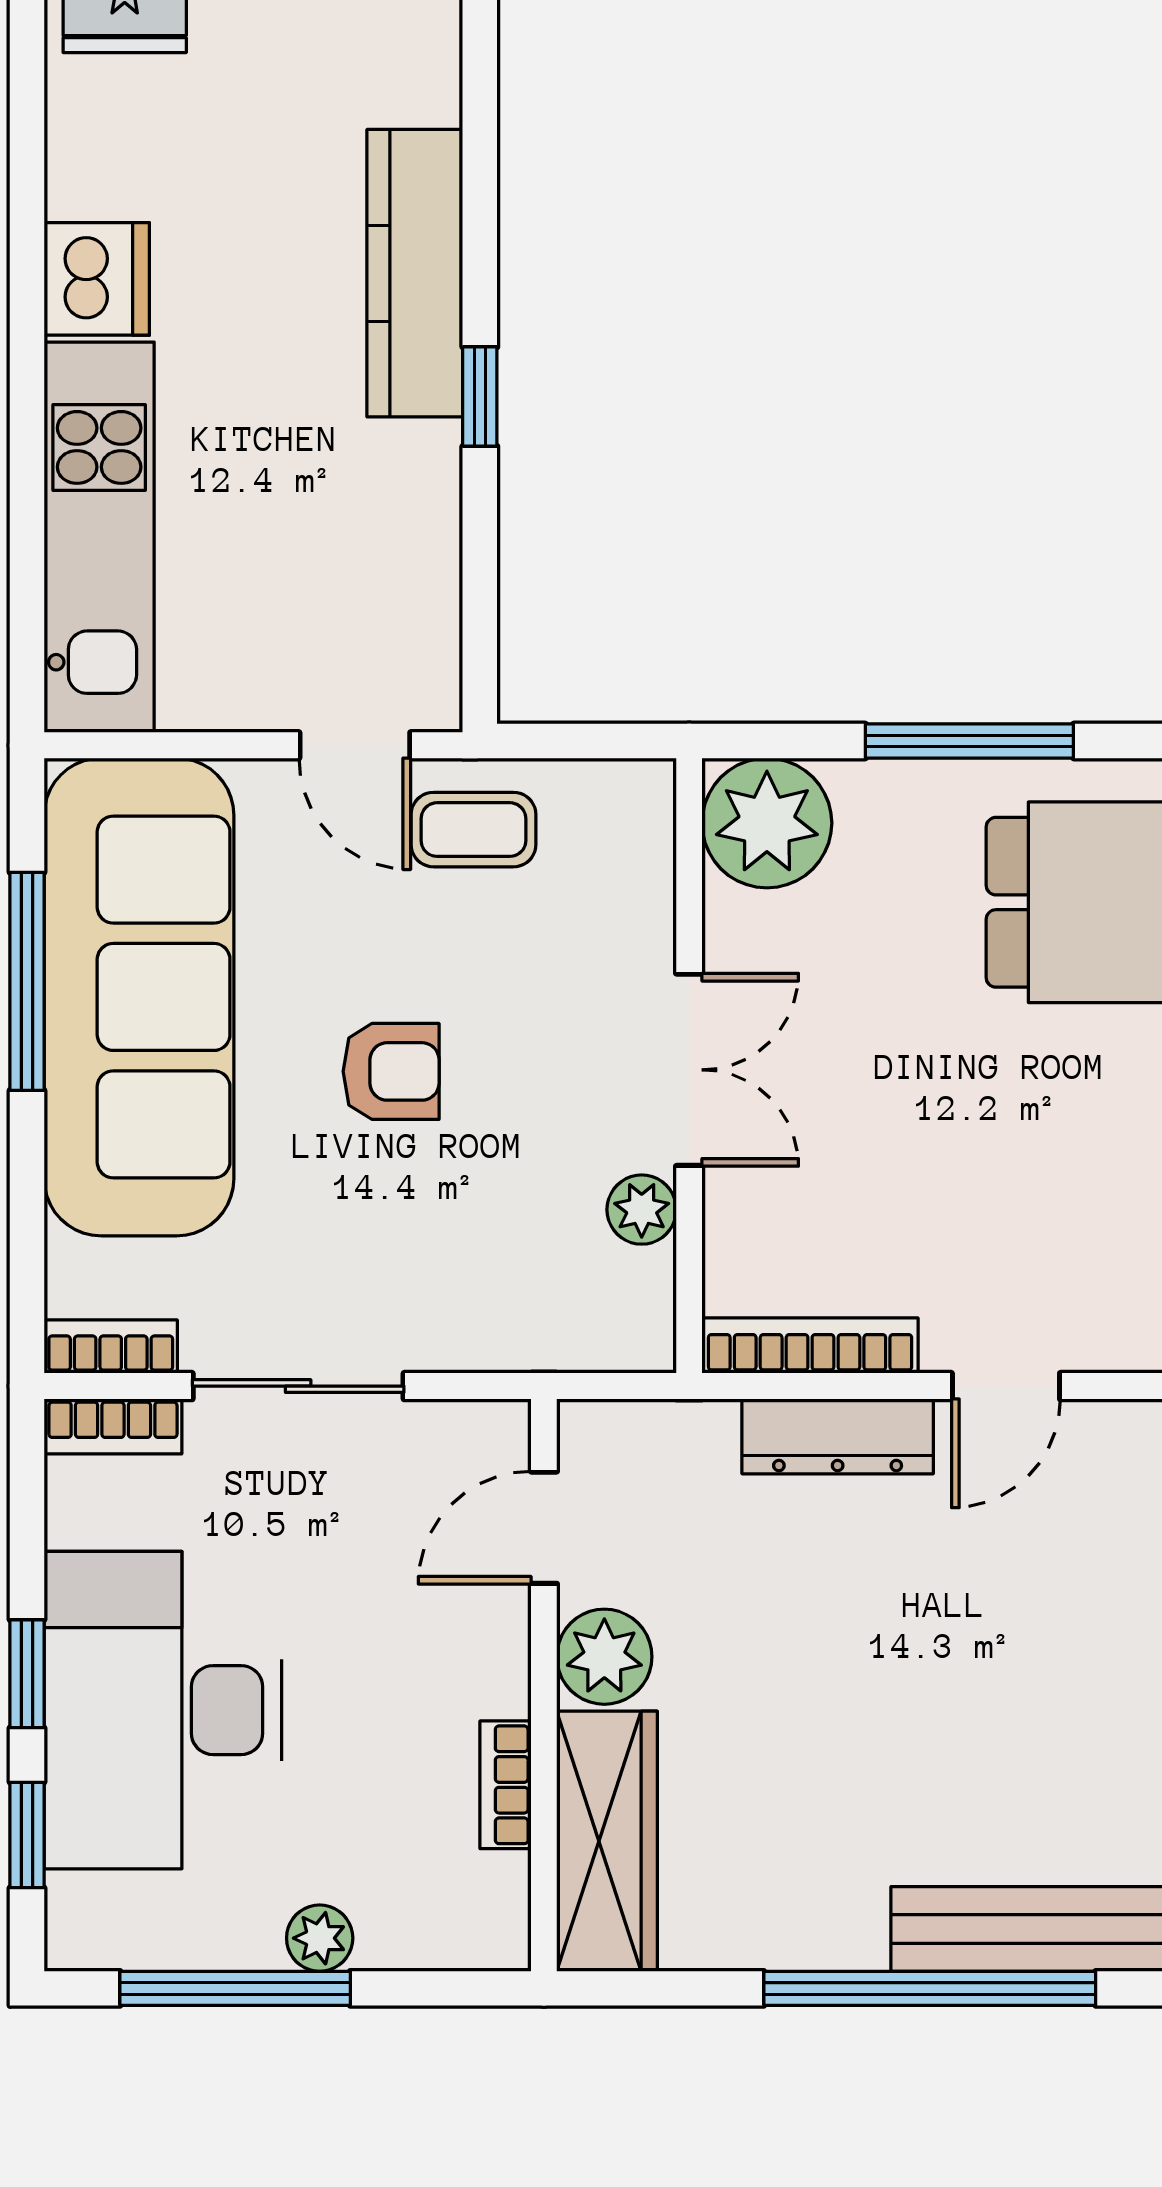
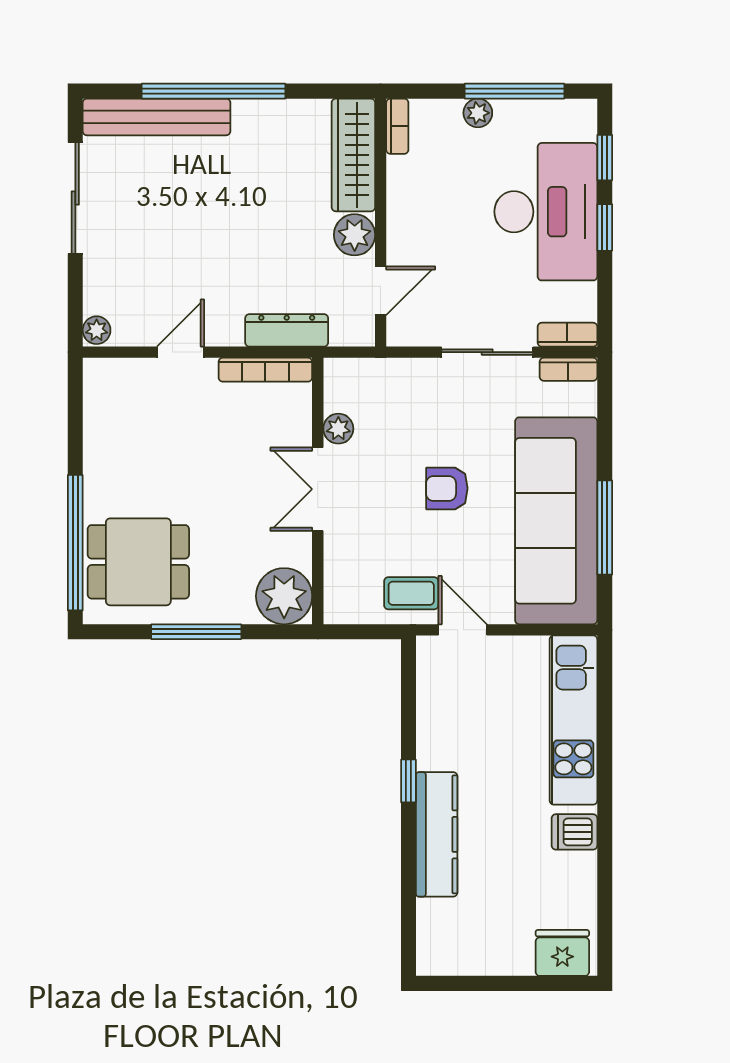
dishwasher: (97, 279) -> (574, 832), width x0.73
dresser: (838, 1436) -> (287, 330), moved
bookcase: (506, 1785) -> (397, 126), moved

